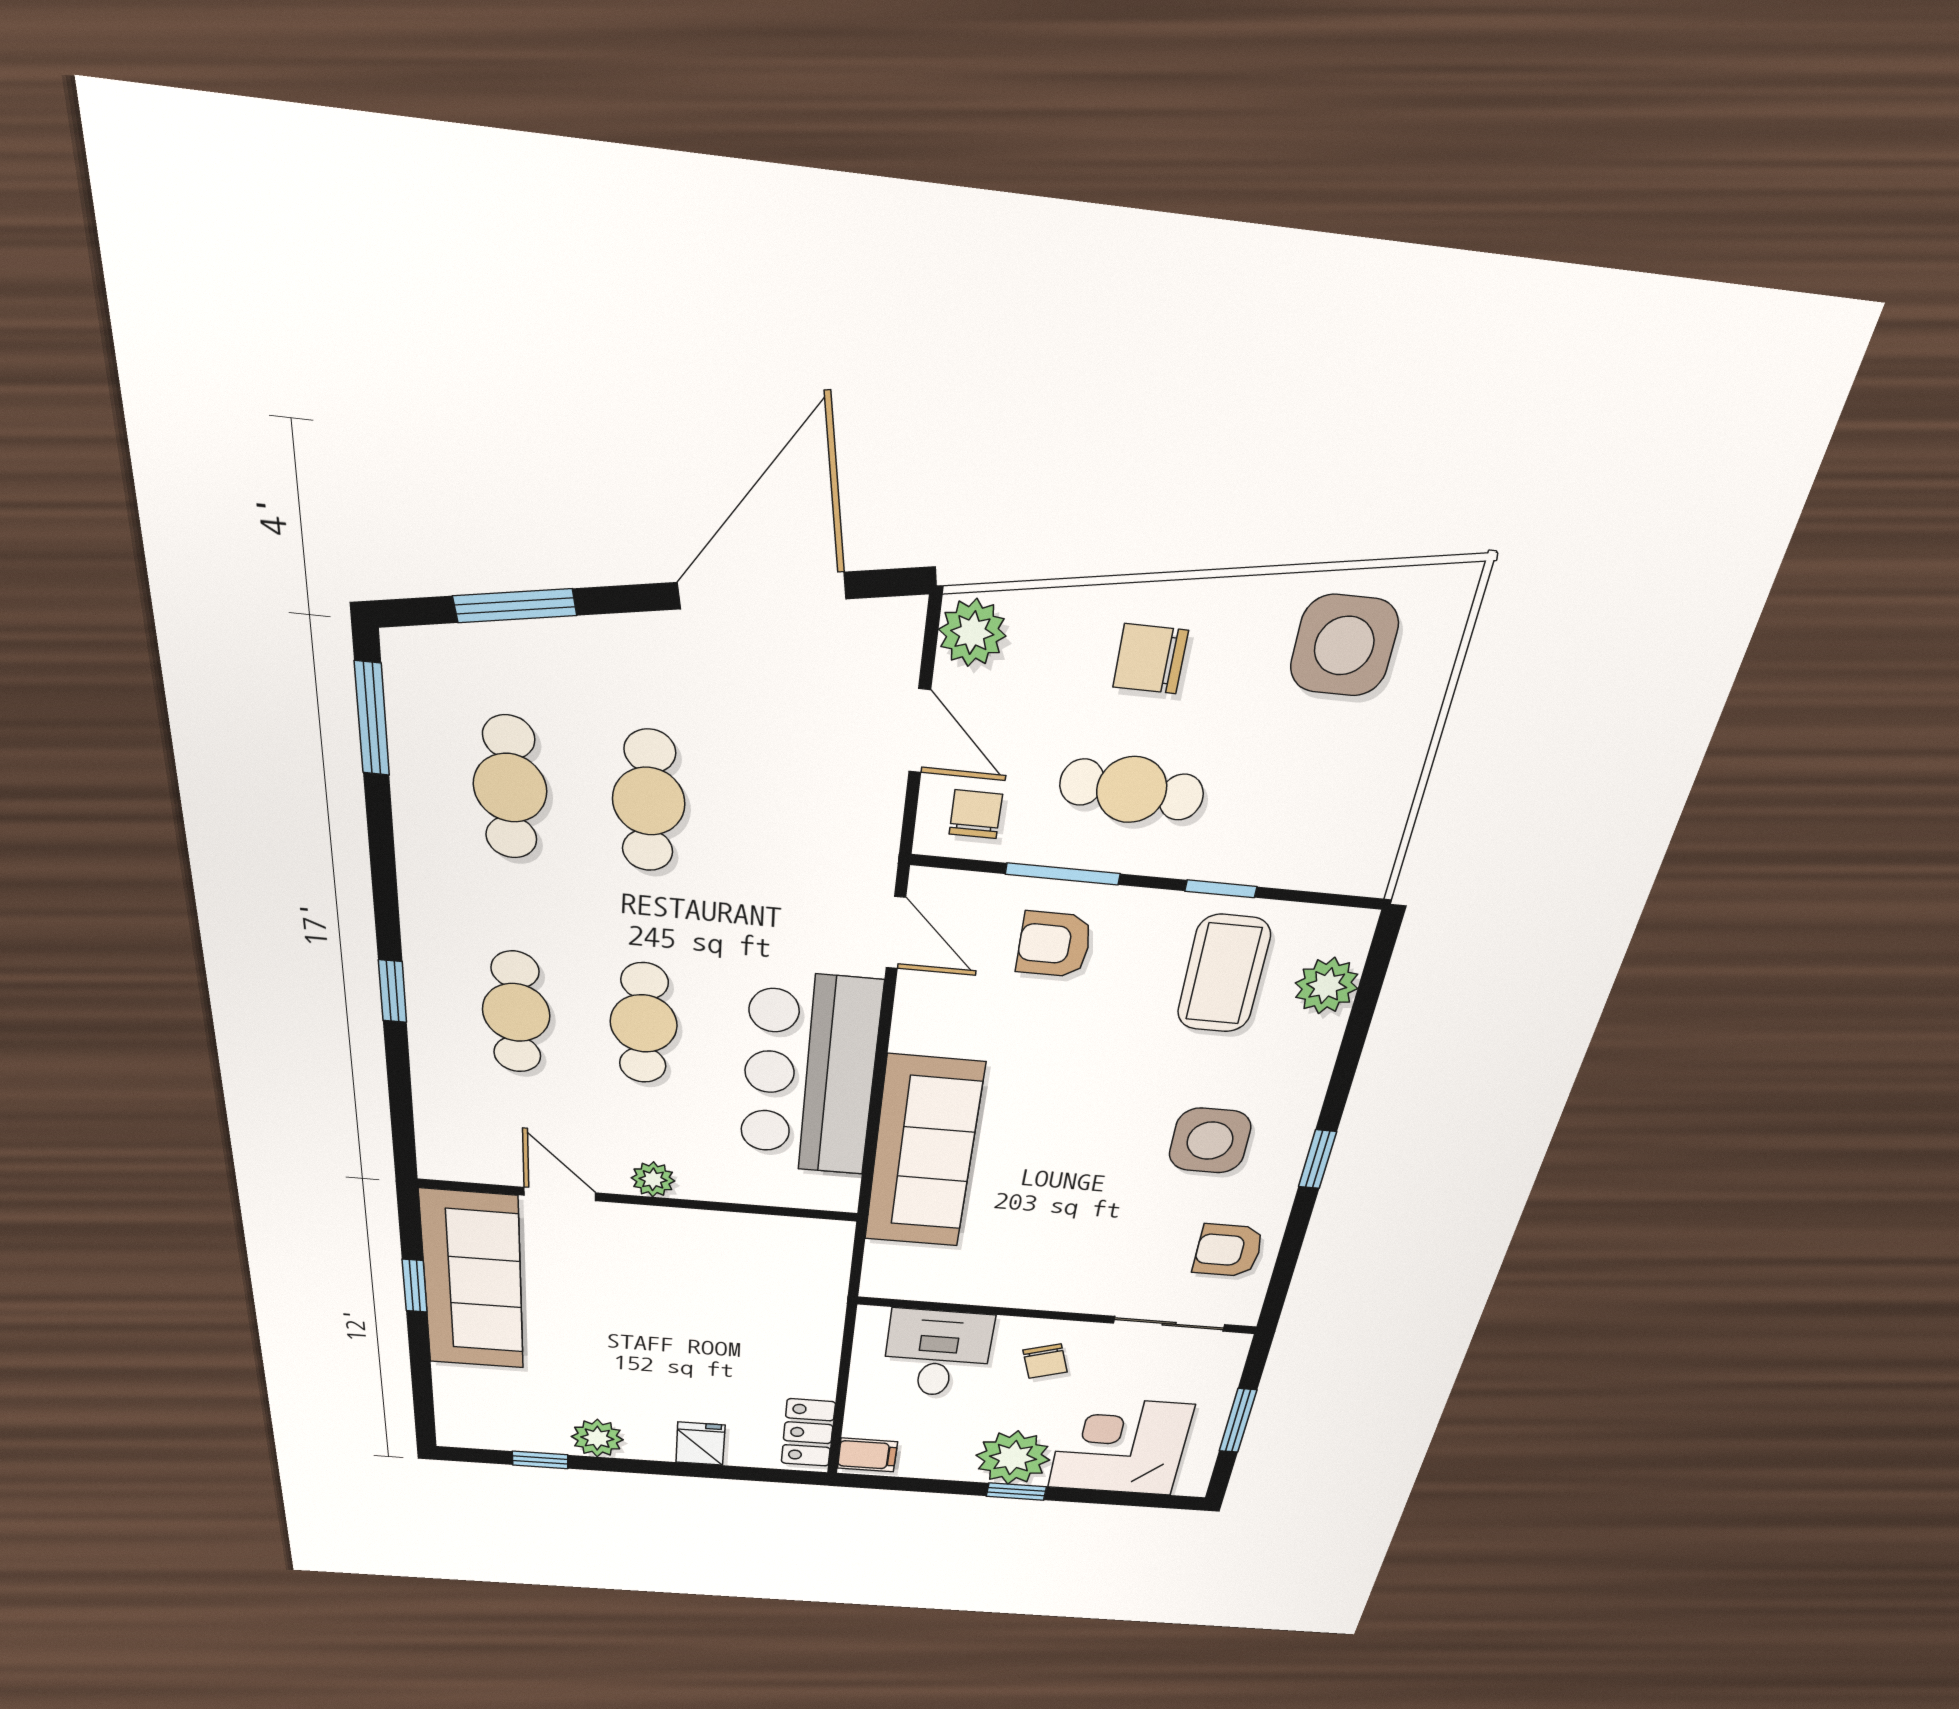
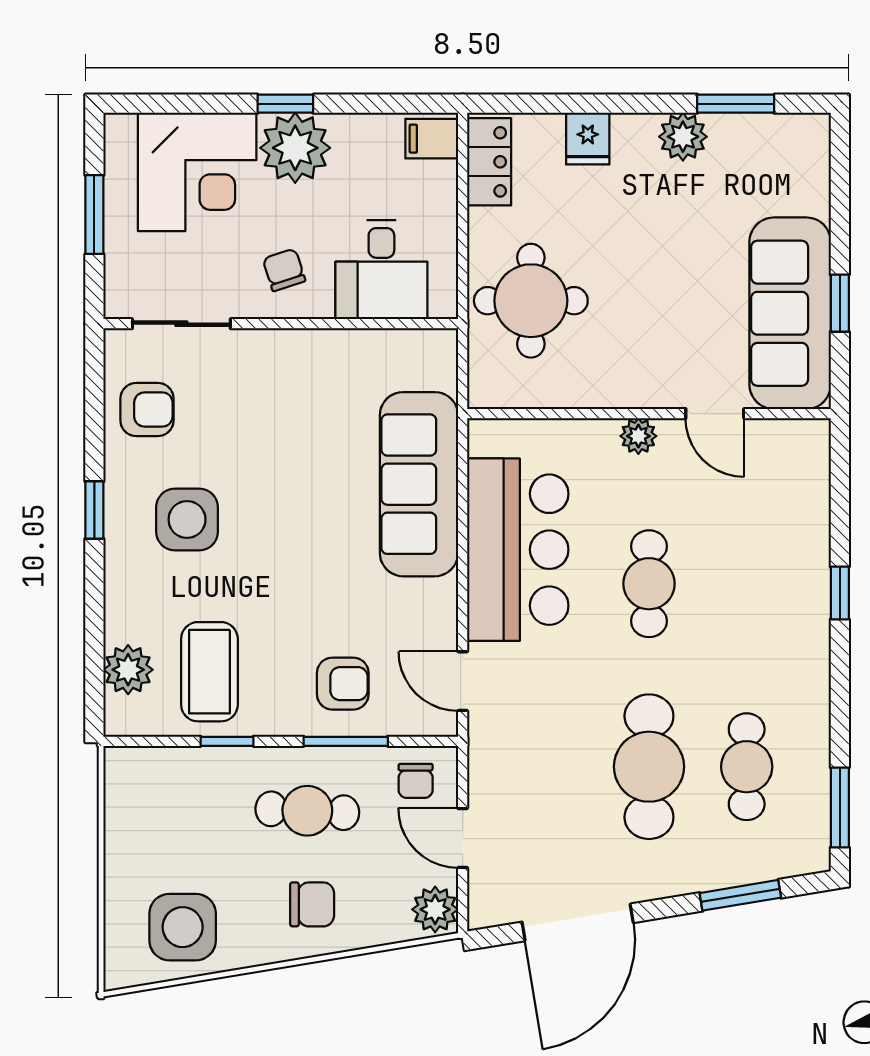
cafe table: (649, 801) -> (649, 767), width x1.37, depth x1.35
cafe table: (516, 1012) -> (747, 584), removed
round table: (773, 1315) -> (531, 301), added
window: (540, 1460) -> (736, 104), width x1.50

